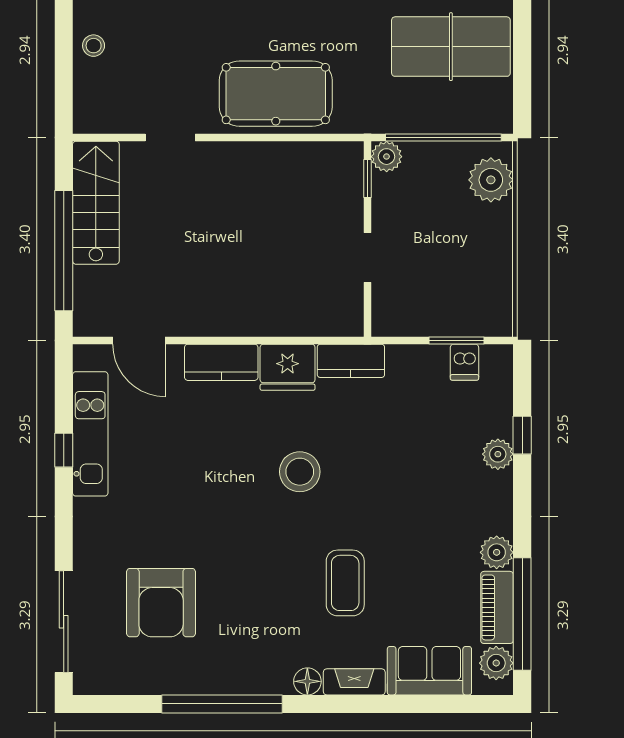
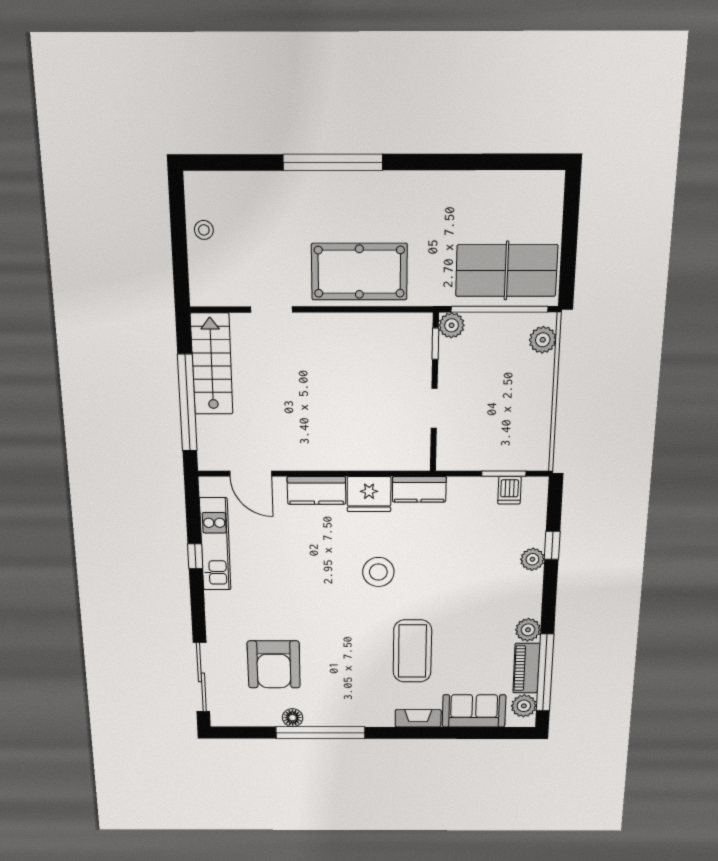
table tennis table: (451, 47) -> (507, 271), moved
plant: (491, 180) -> (543, 340), width x0.73, depth x0.73
coffee table: (345, 583) -> (412, 651), width x1.36, depth x1.32
floor lamp: (307, 681) -> (293, 718), moved

